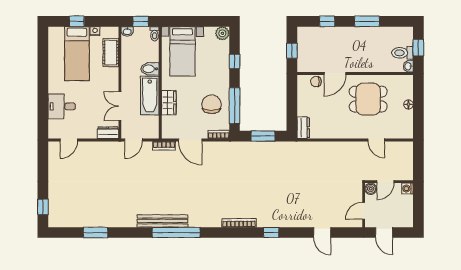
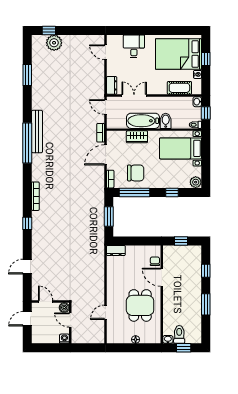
bed: (77, 54) -> (178, 54), width x1.50
plant: (57, 201) -> (54, 43), added

